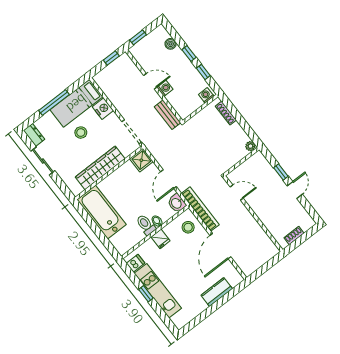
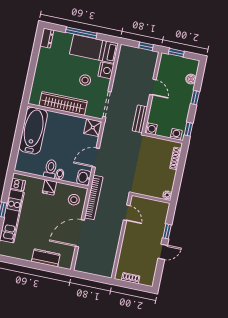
window: (203, 72) -> (188, 129), moved
washing machine: (165, 88) -> (151, 129), moved
stool: (81, 133) -> (85, 80), moved
sliding door: (43, 161) -> (34, 60), removed

